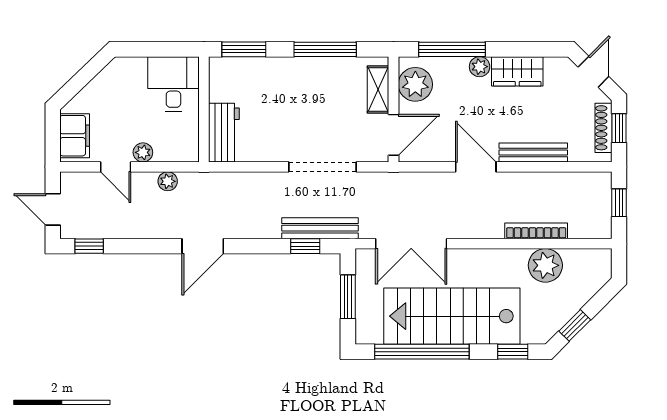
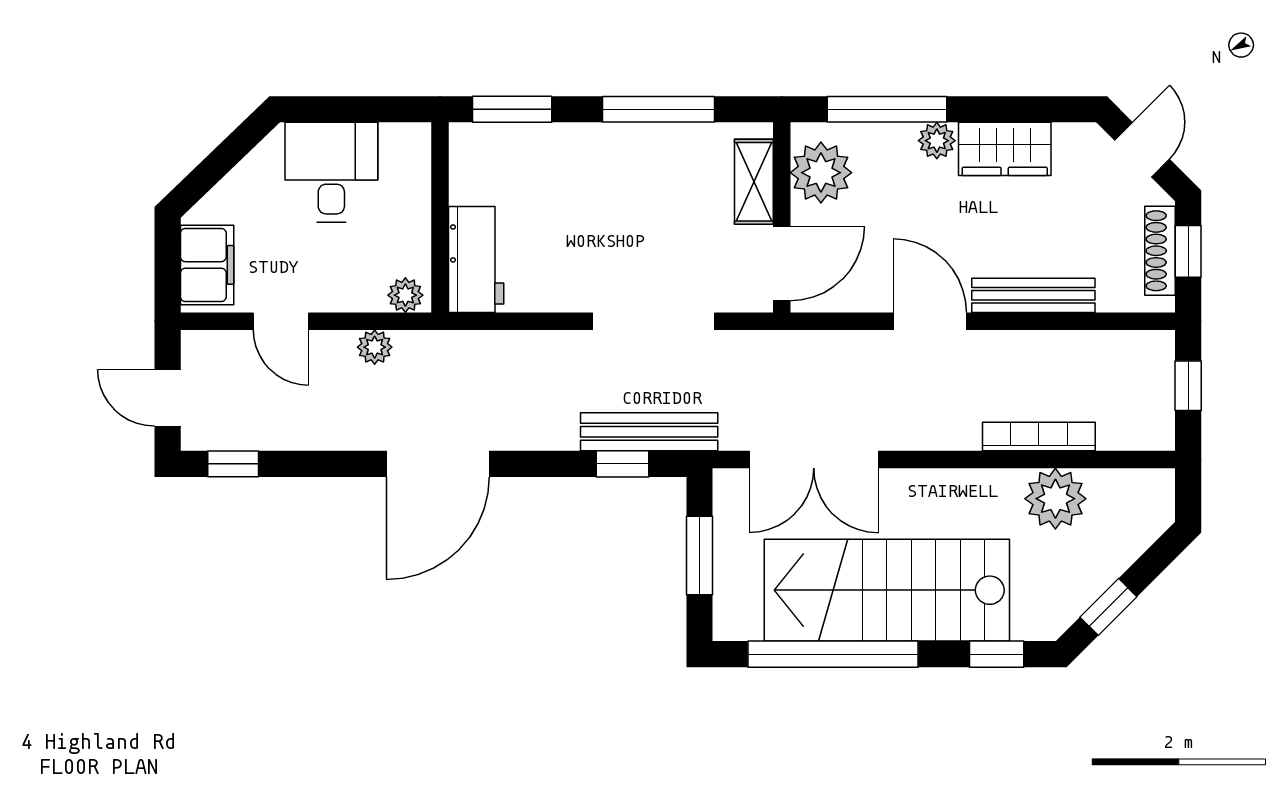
desk: (173, 84) -> (331, 172), moved
plant: (143, 152) -> (405, 295), moved
door: (203, 246) -> (438, 464), width x1.36

